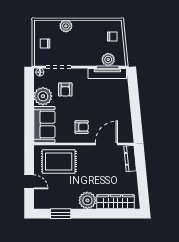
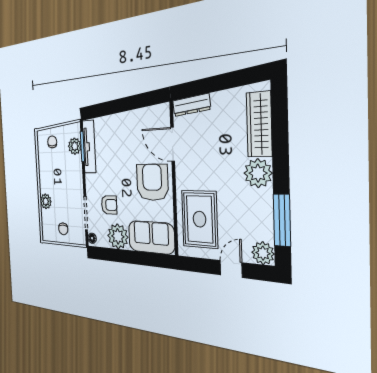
armchair: (82, 127) -> (152, 182), width x1.88, depth x1.88
plant: (41, 202) -> (263, 253), added
window: (61, 214) -> (282, 220), width x1.44

